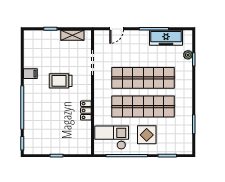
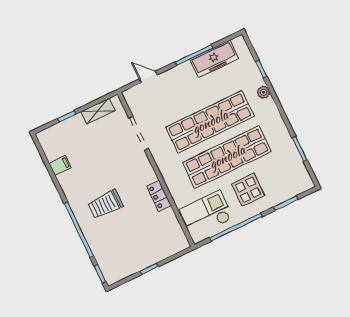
door: (117, 29) -> (148, 77), swing flipped
plant: (188, 55) -> (264, 92), moved
filing cabinet: (30, 74) -> (60, 165), moved
trolley: (61, 81) -> (105, 204), moved

